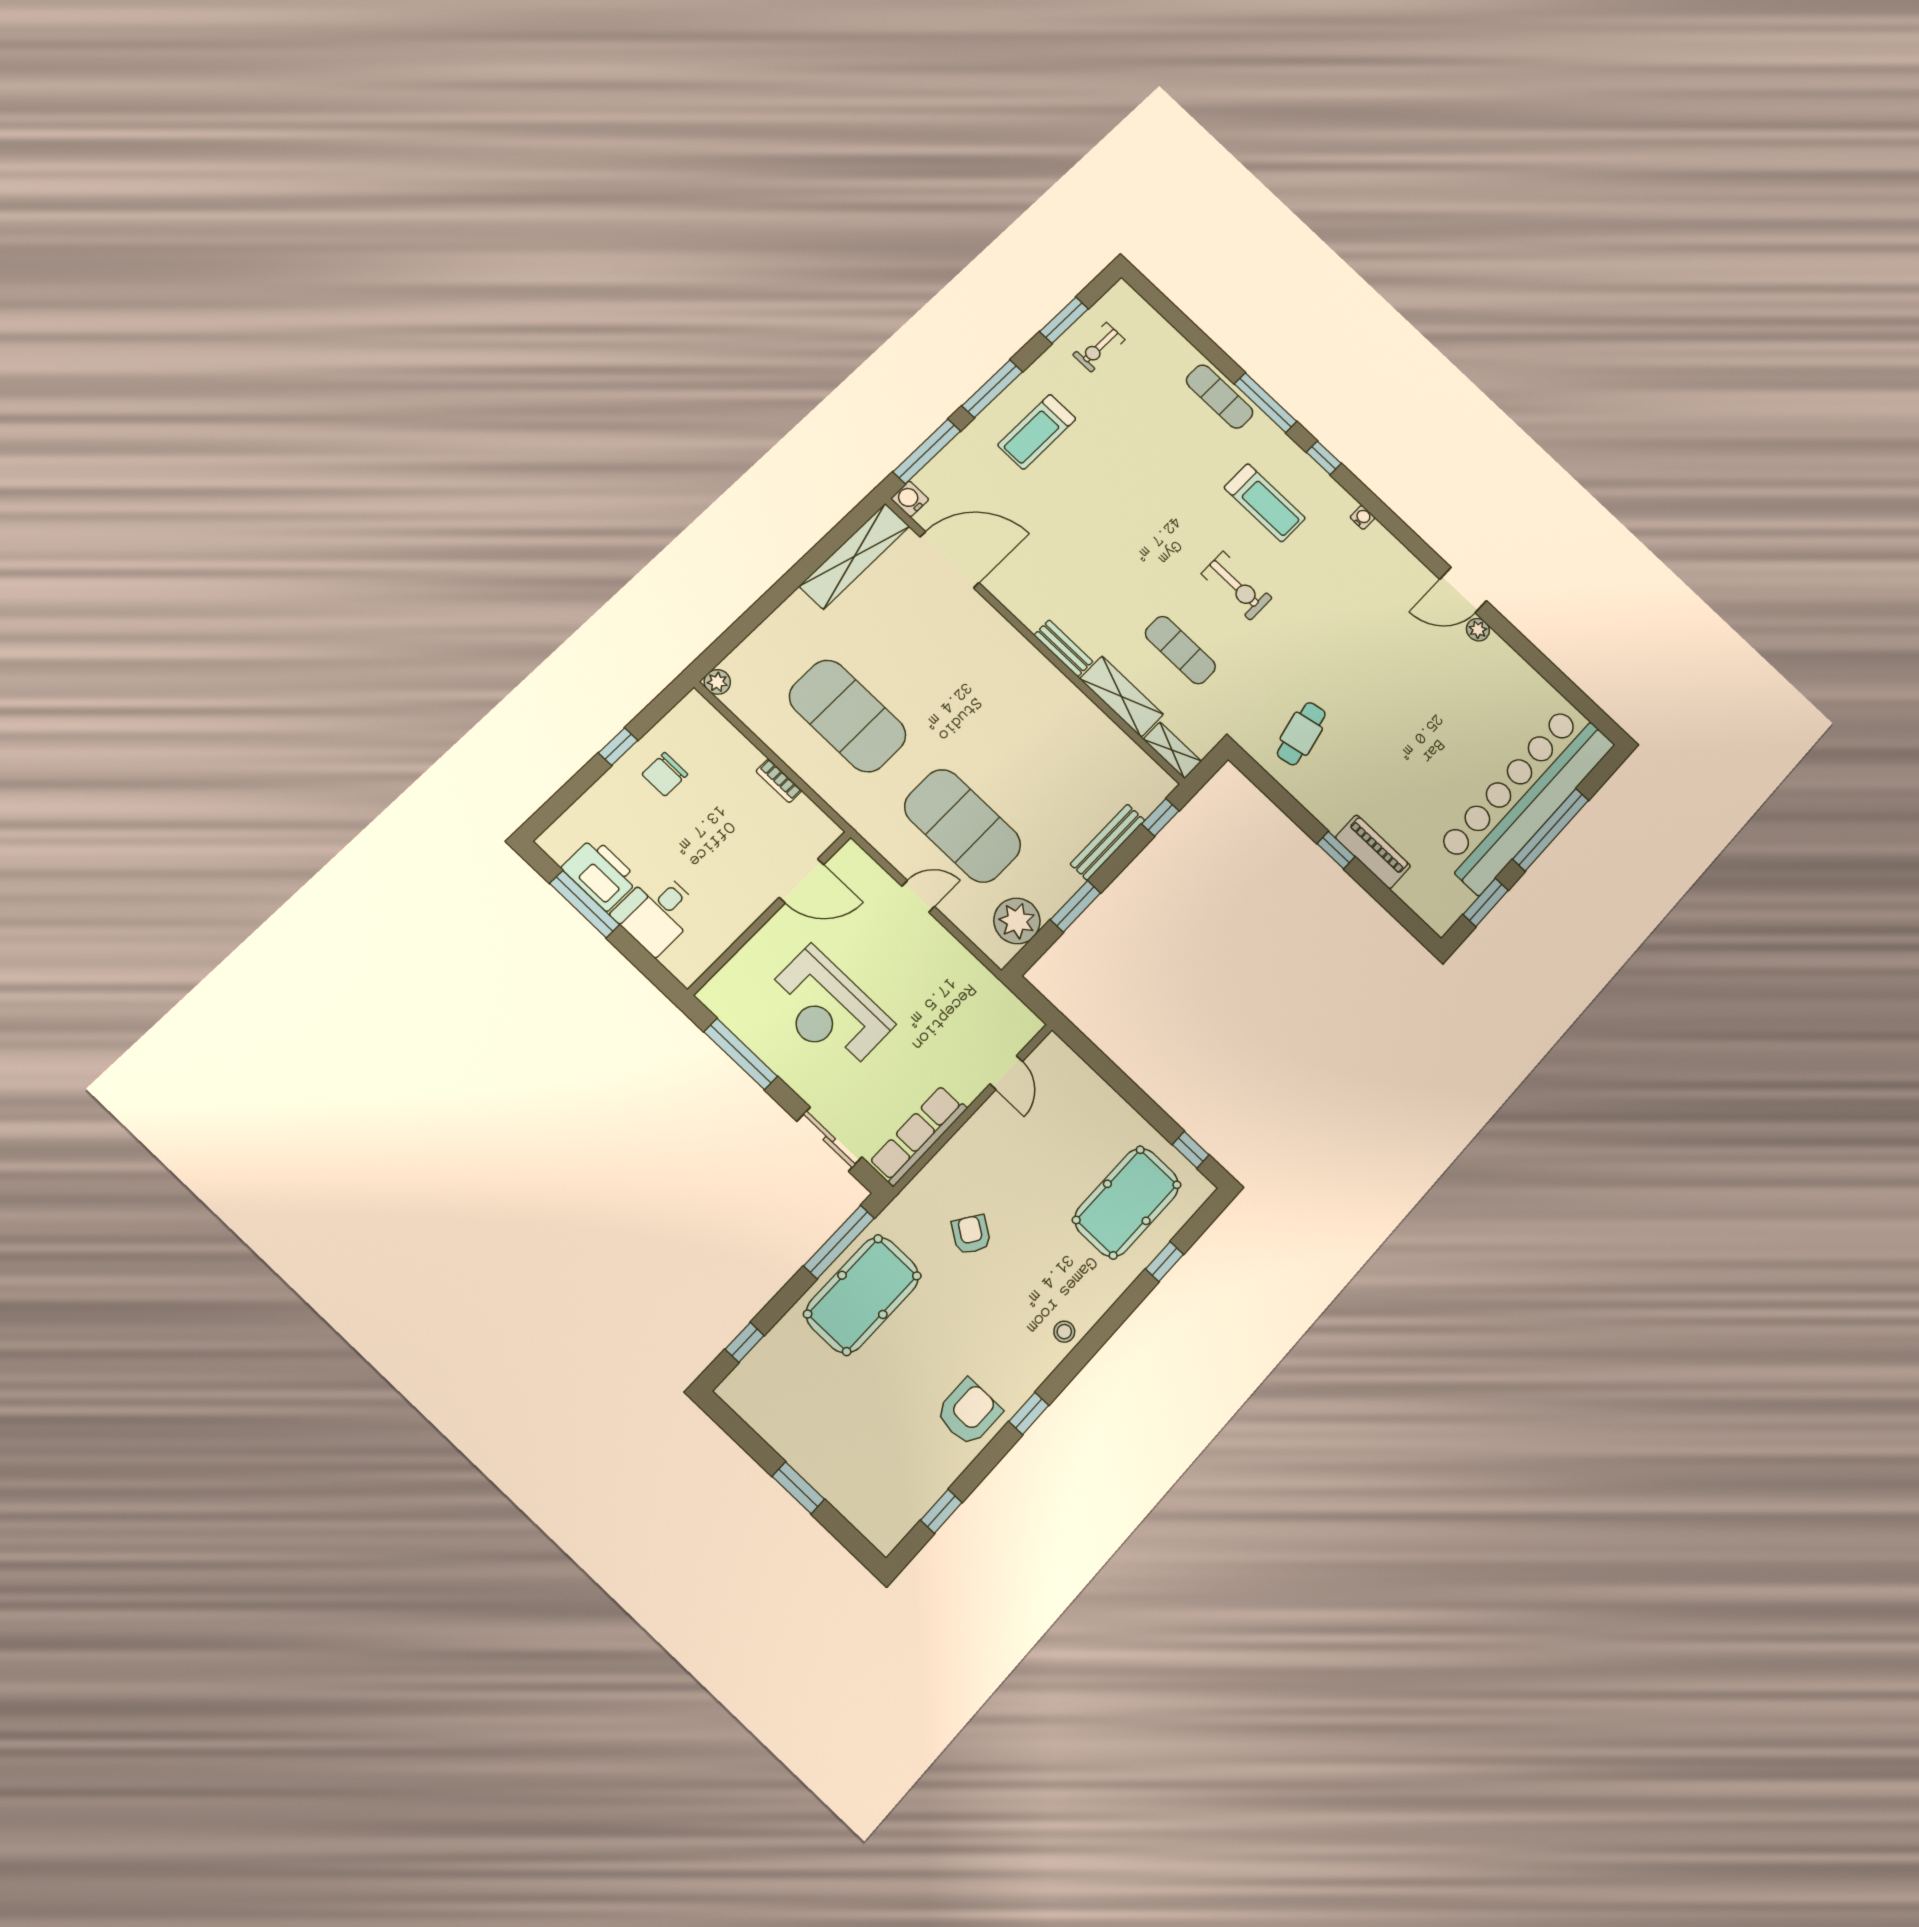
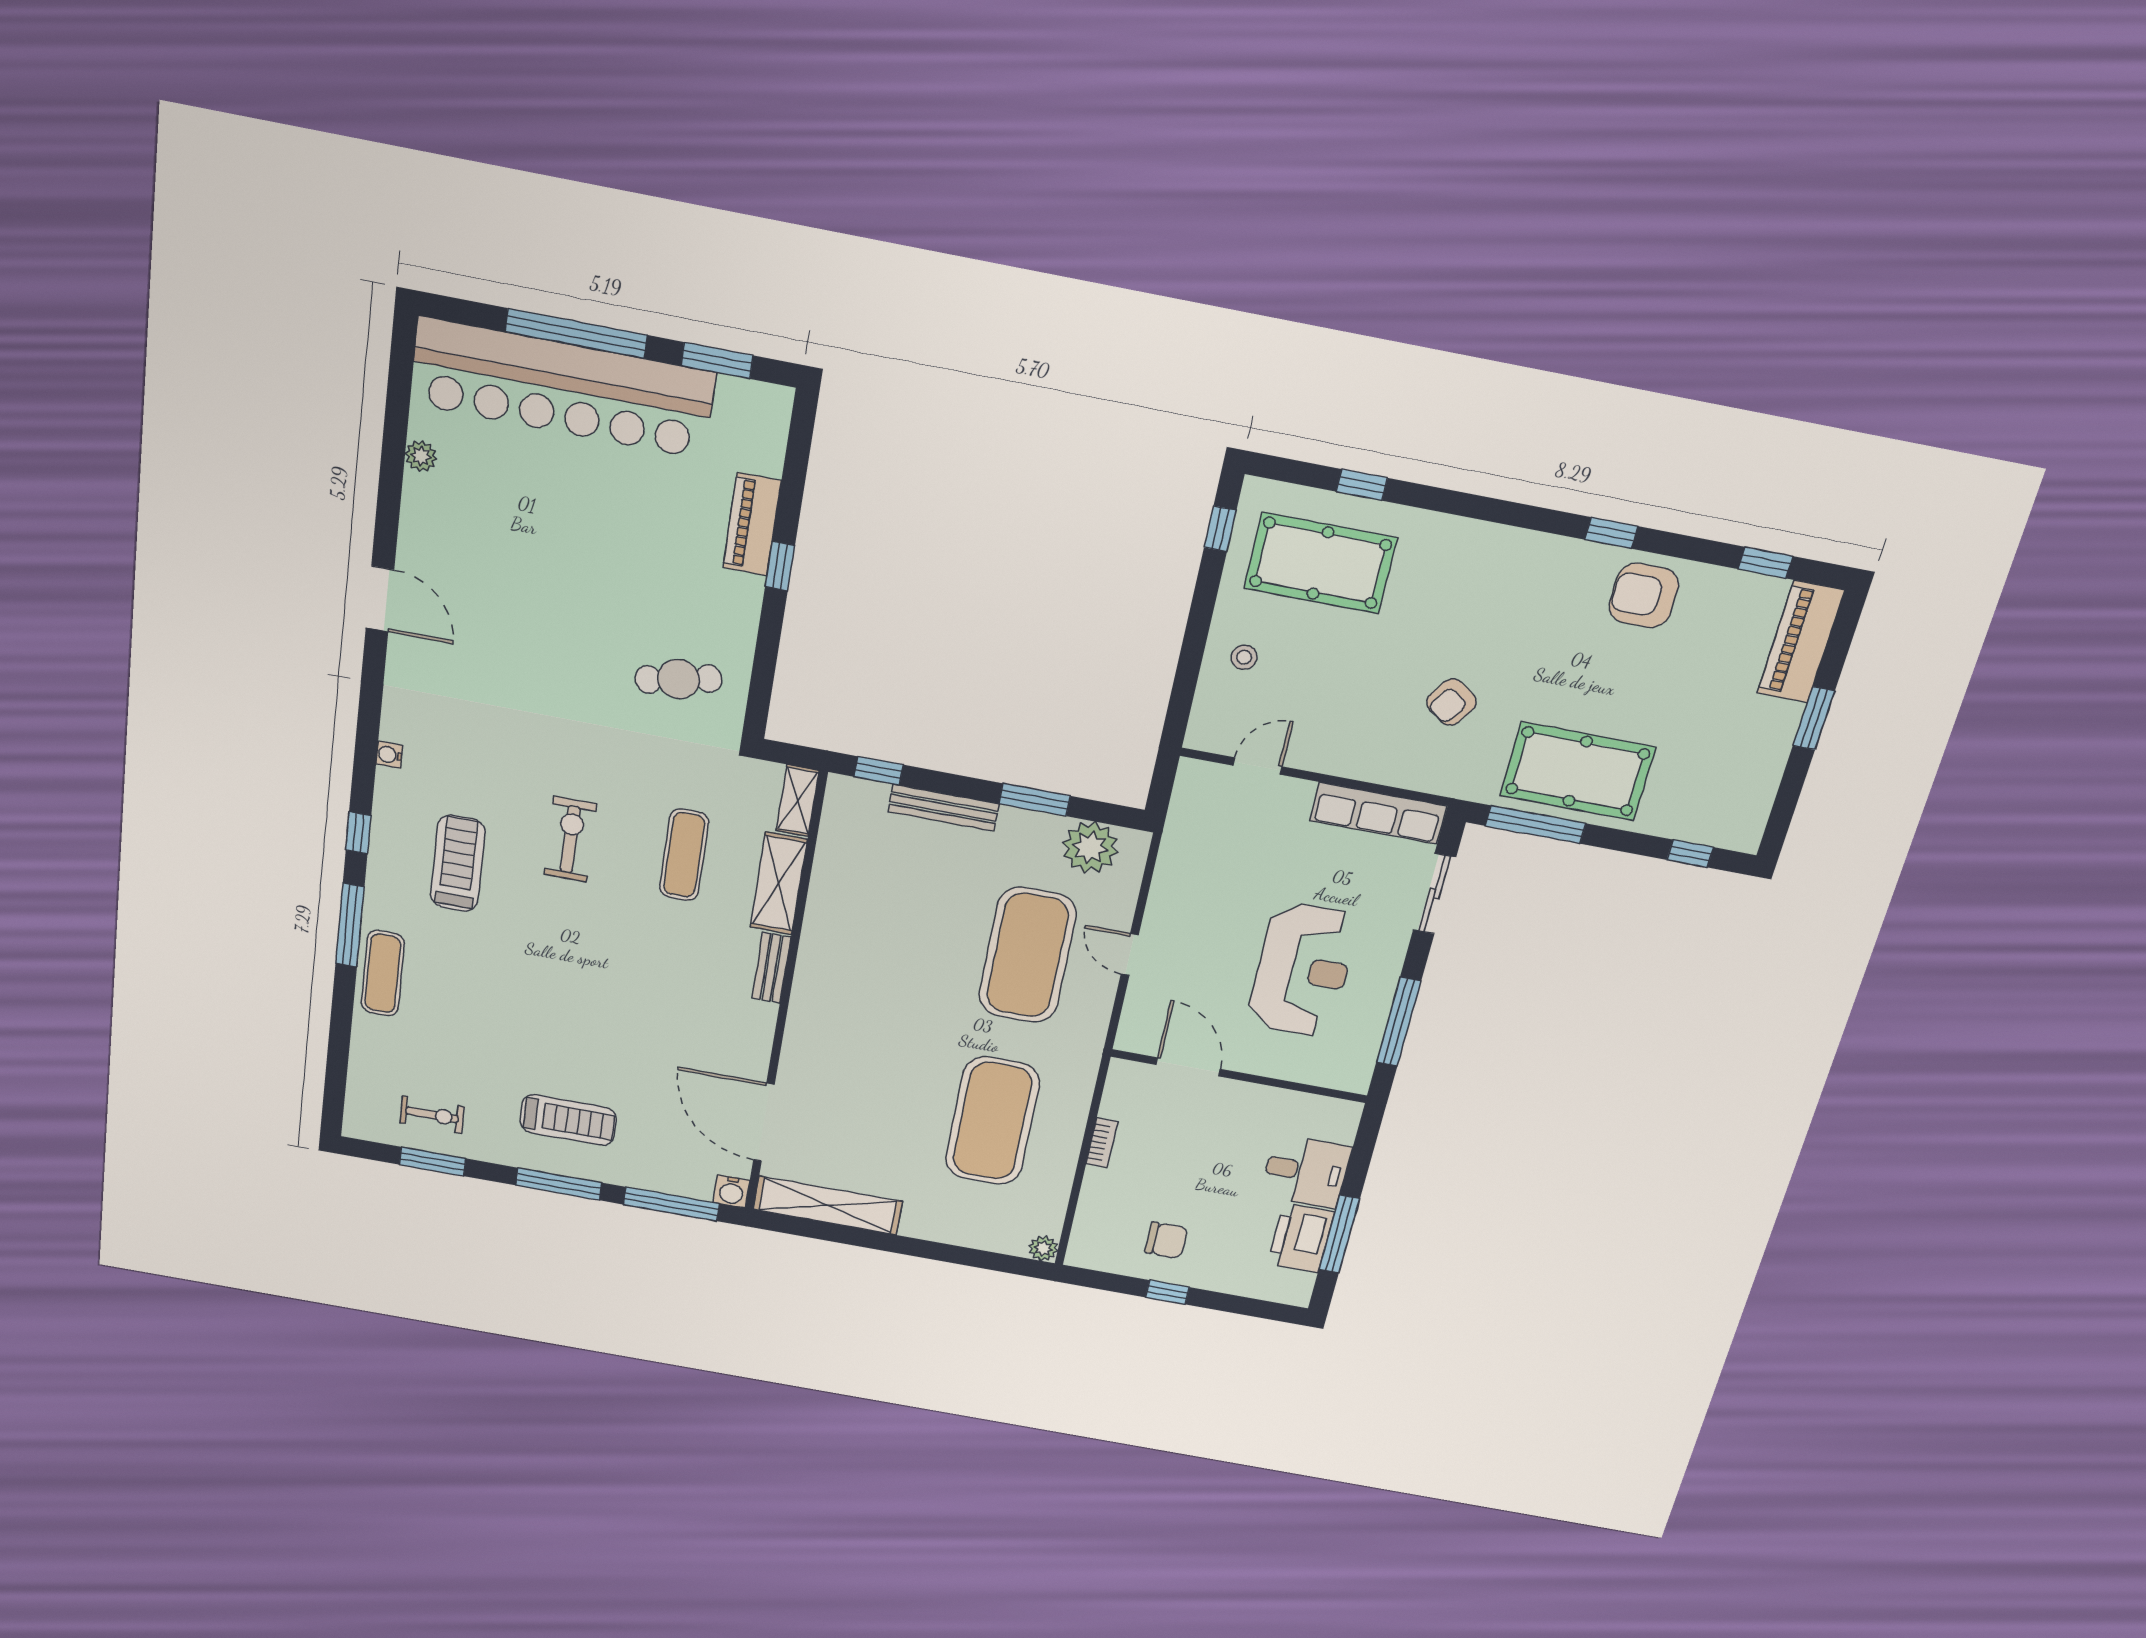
plant: (1478, 630) -> (421, 456), moved
stool: (1064, 1332) -> (1244, 657), moved
piano: (865, 1507) -> (1801, 642), added

